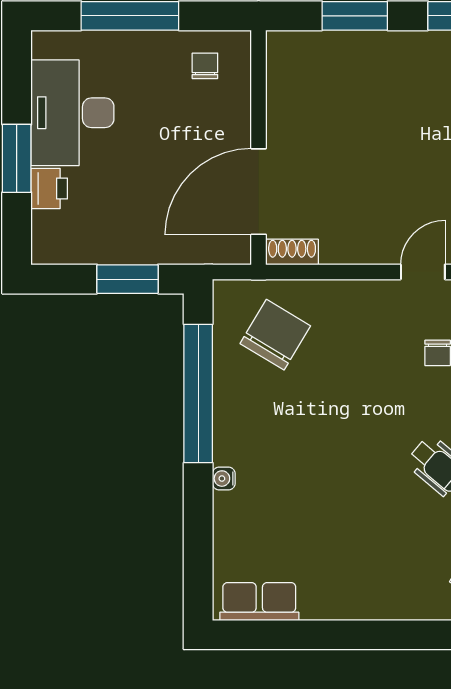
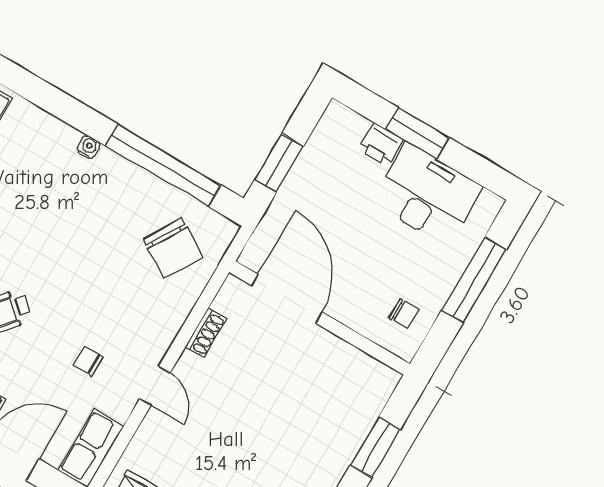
shoe rack: (292, 252) -> (206, 333), moved

